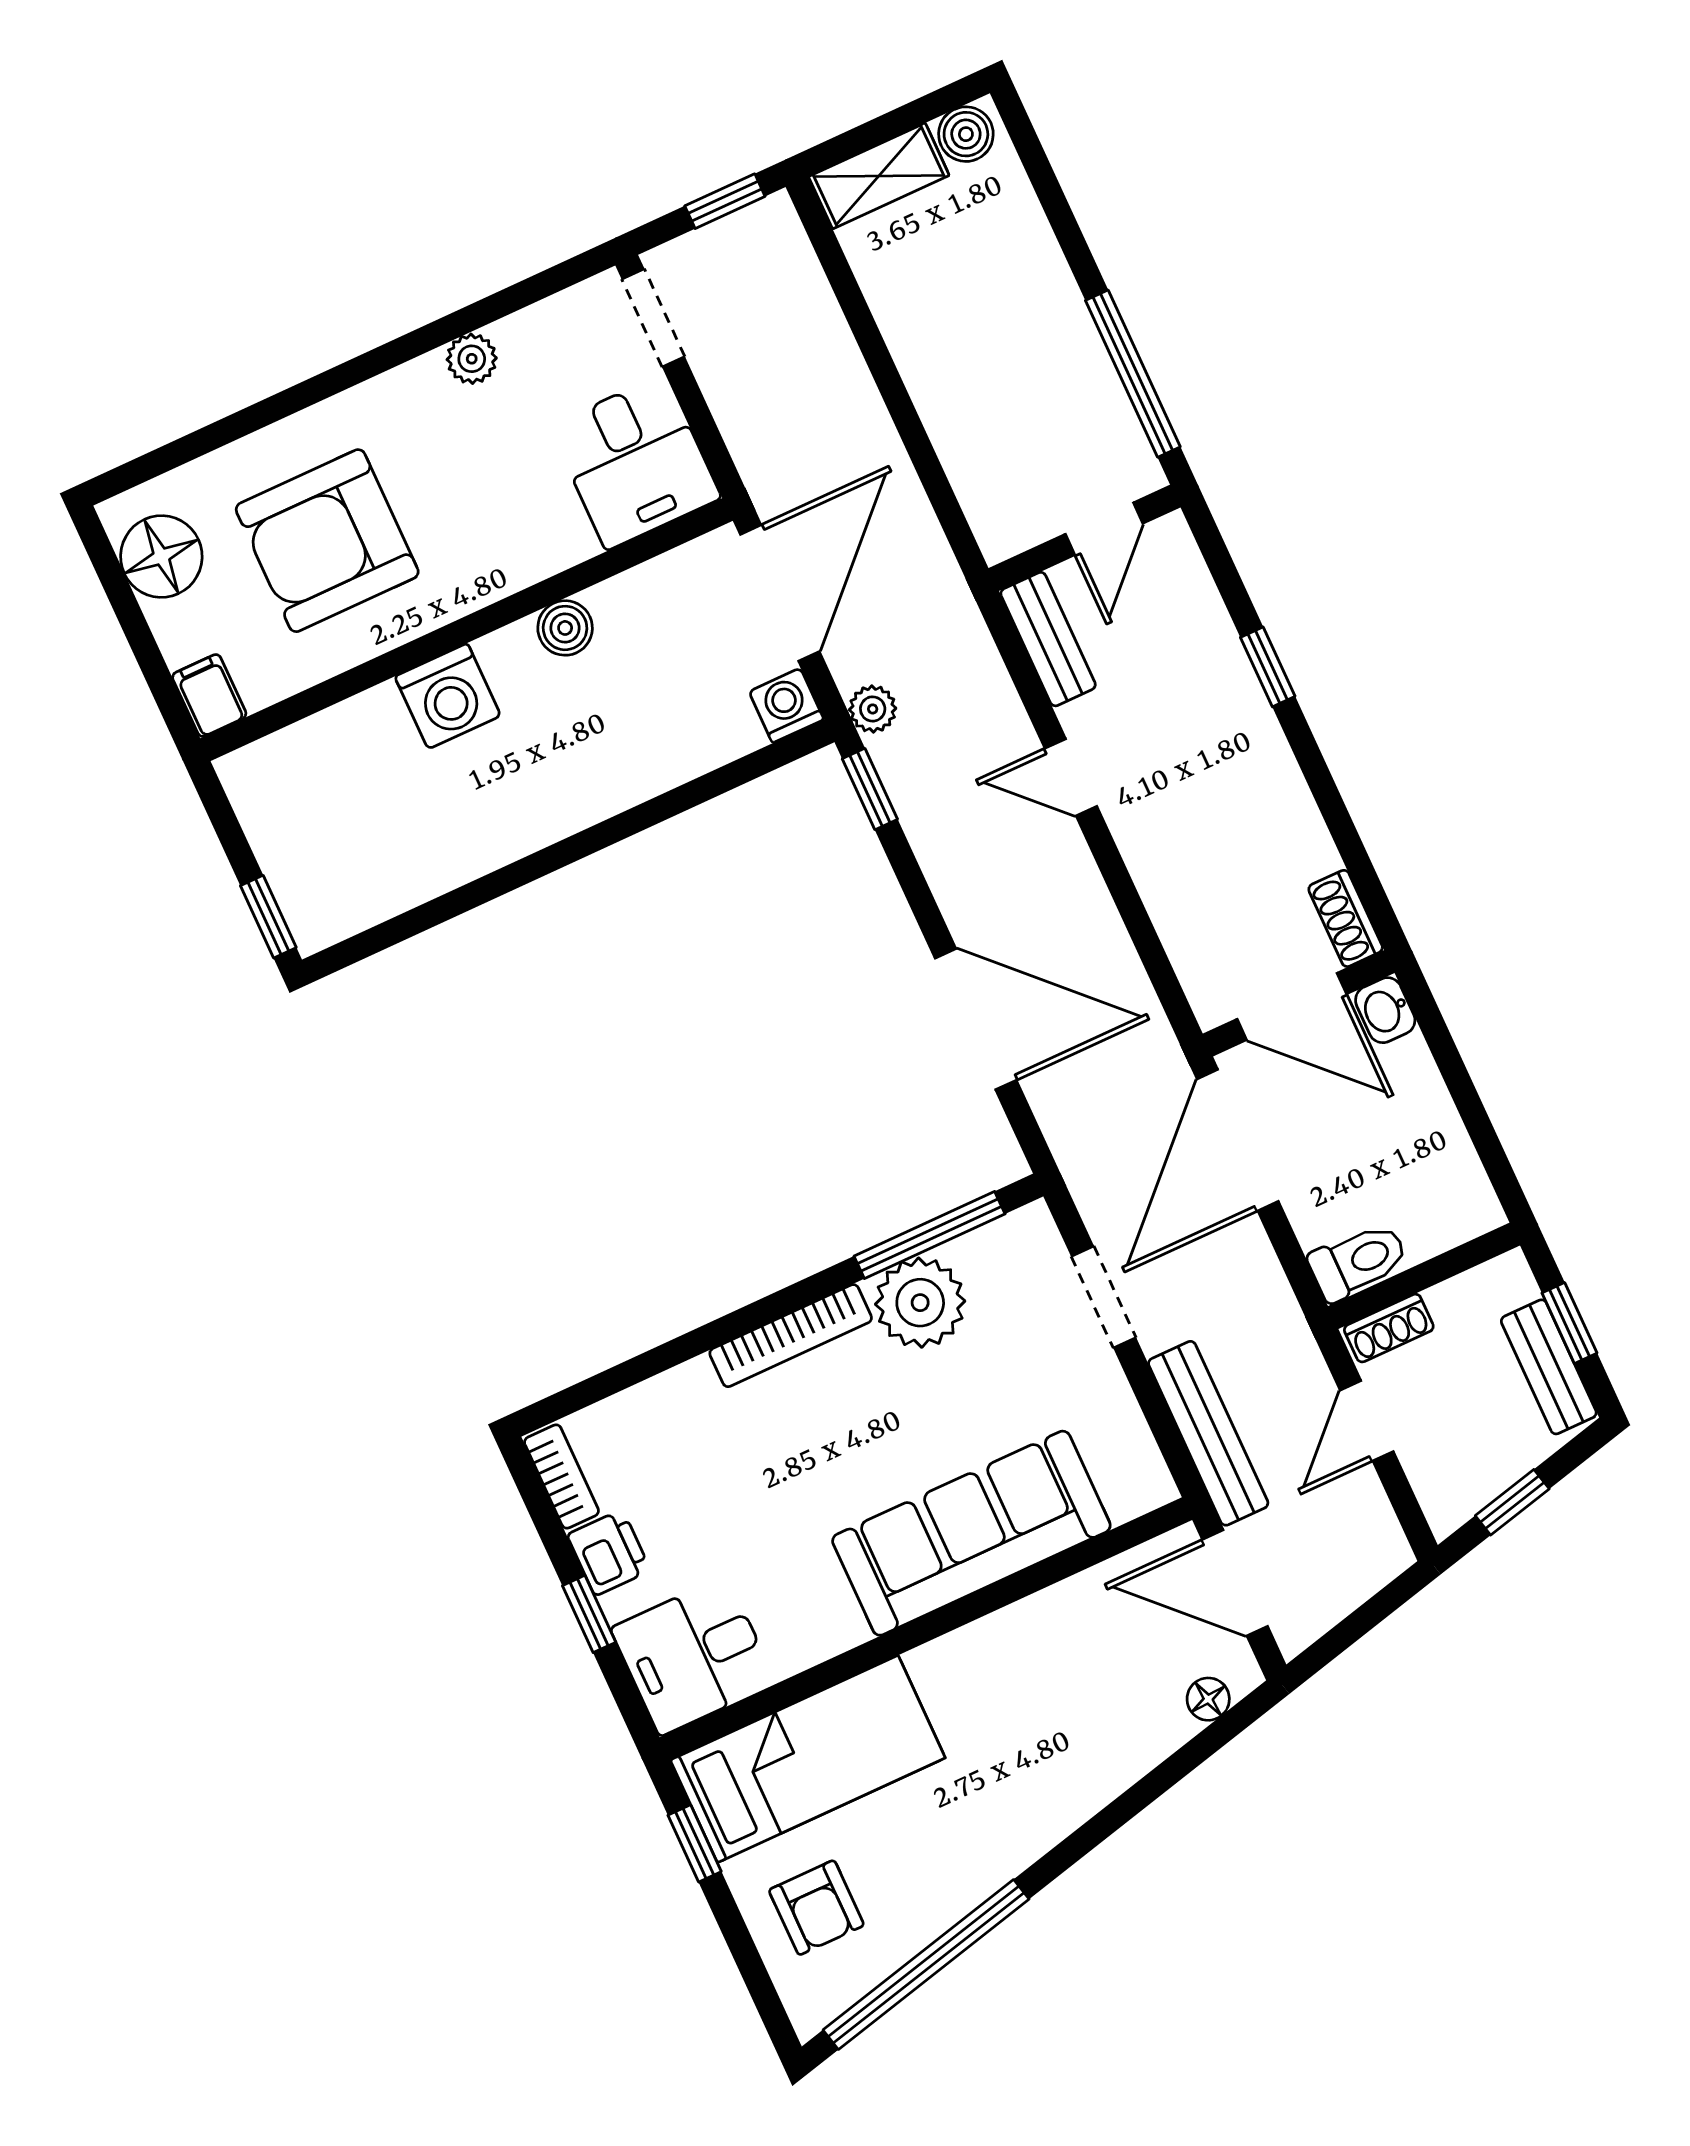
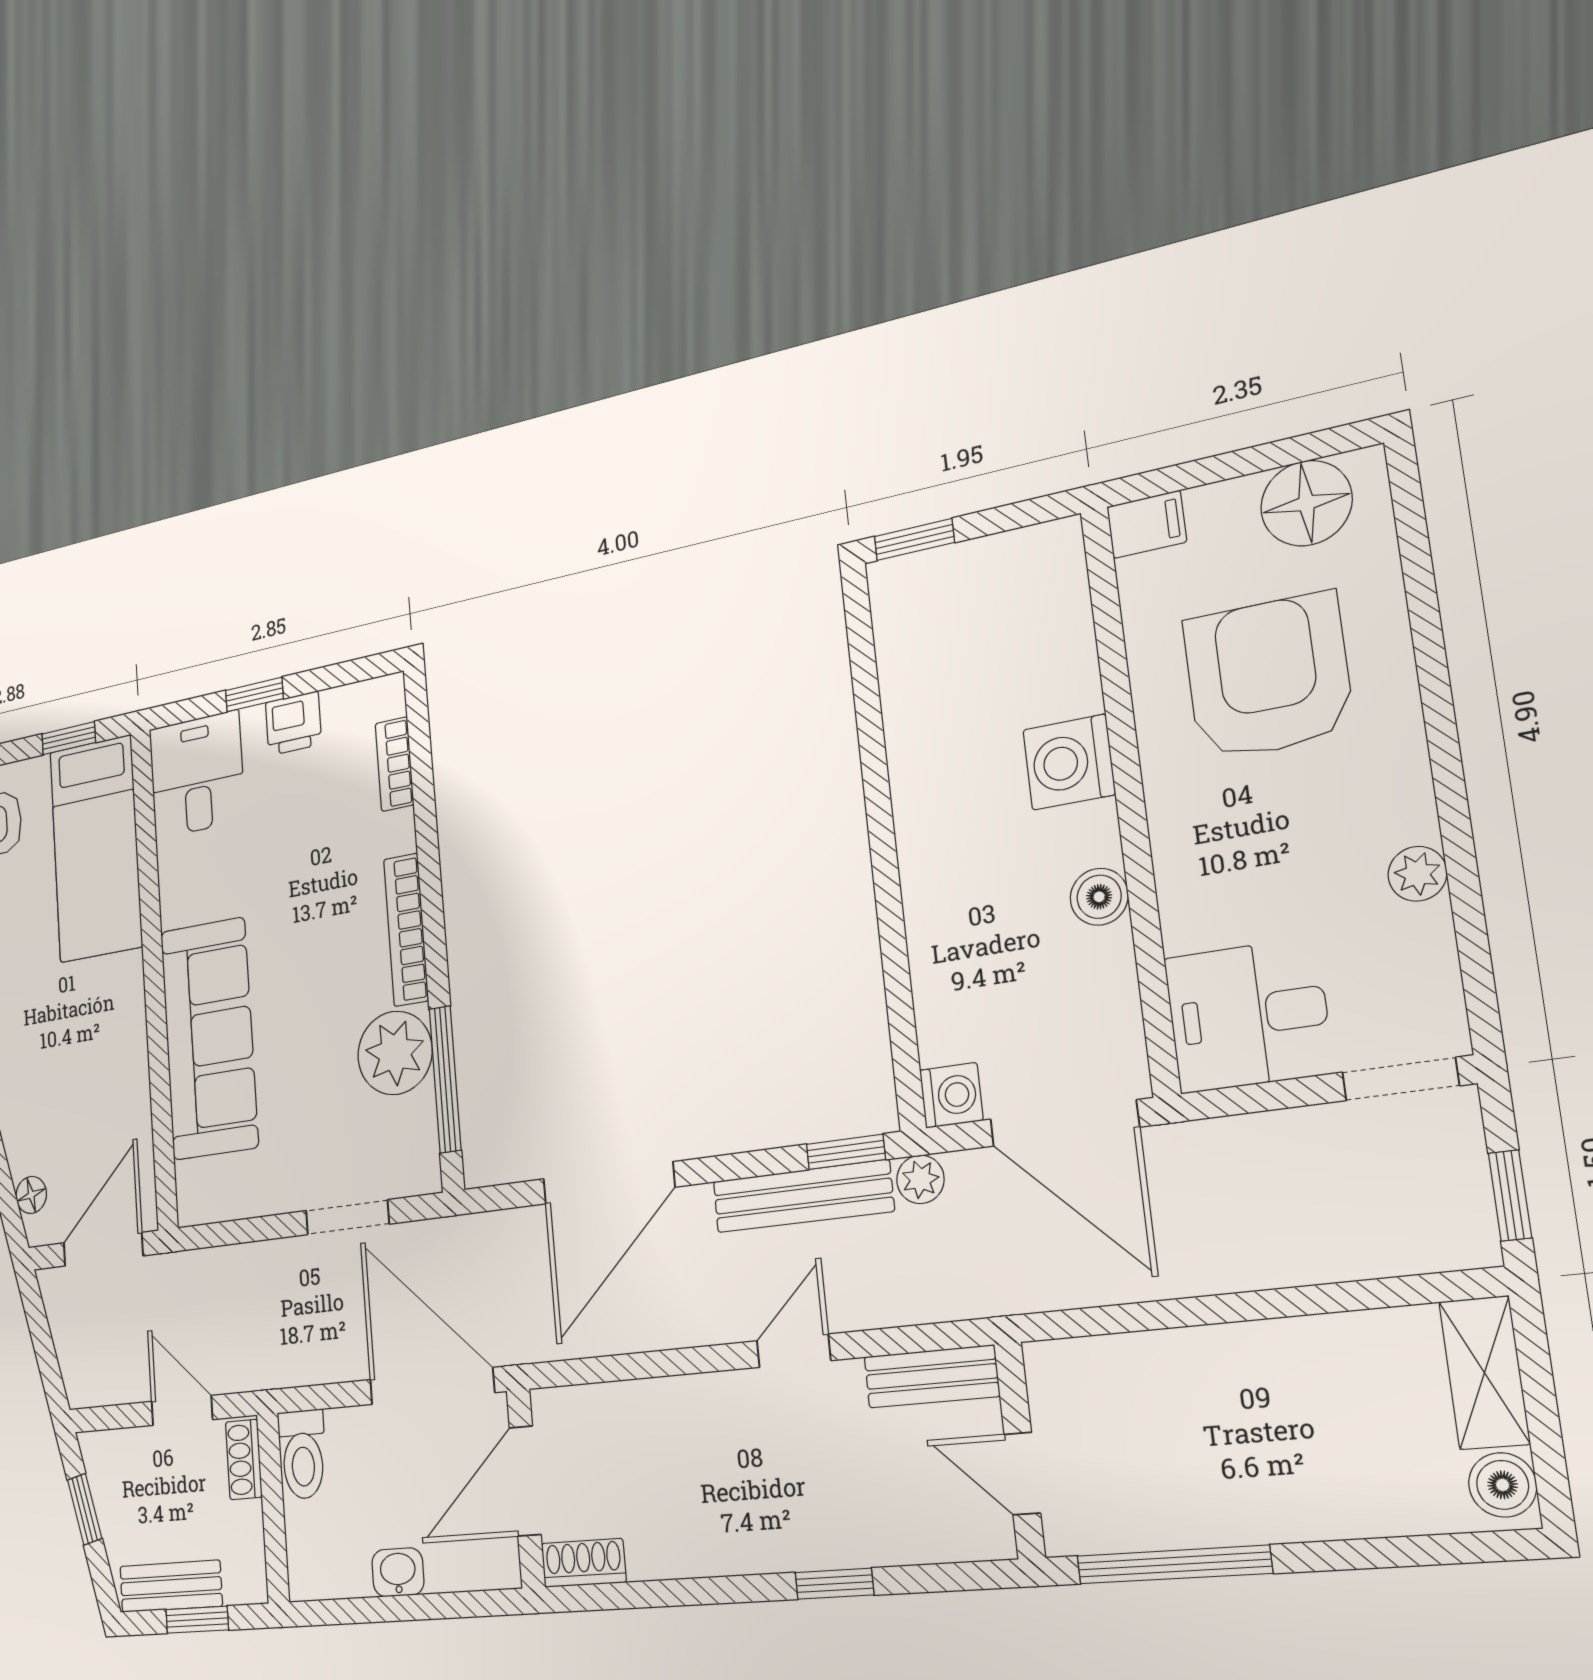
washbasin: (1385, 1010) -> (398, 1572), moved
bench: (1208, 1433) -> (803, 1196), moved
bookcase: (561, 1476) -> (394, 764), moved, turned 90

